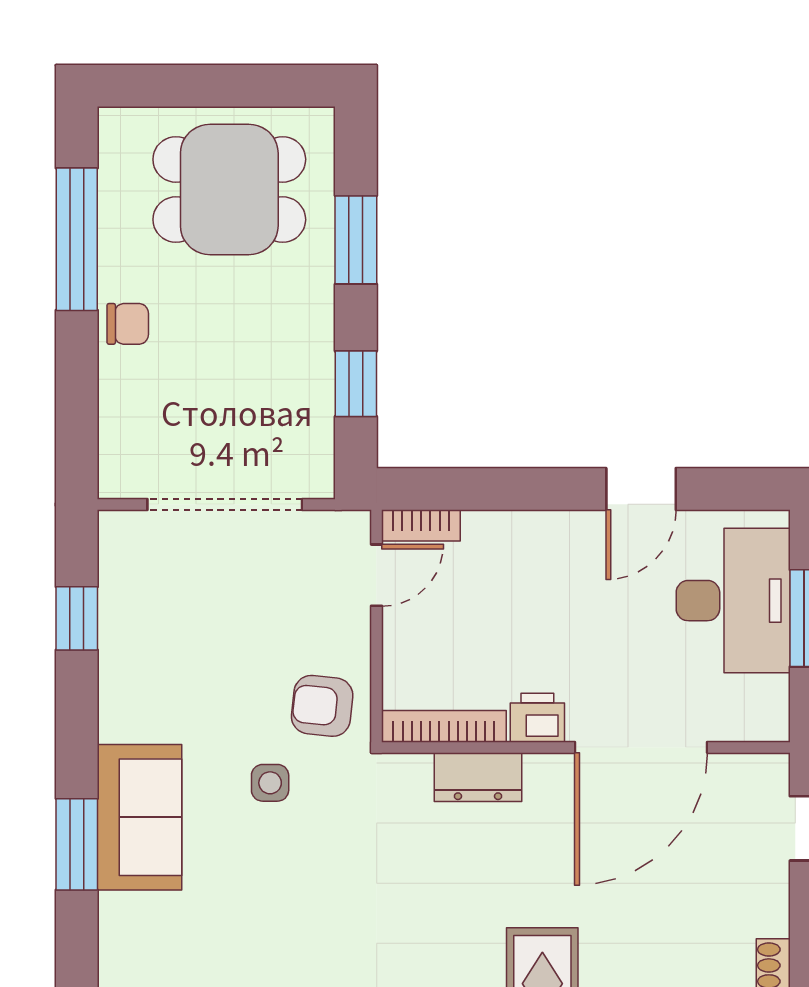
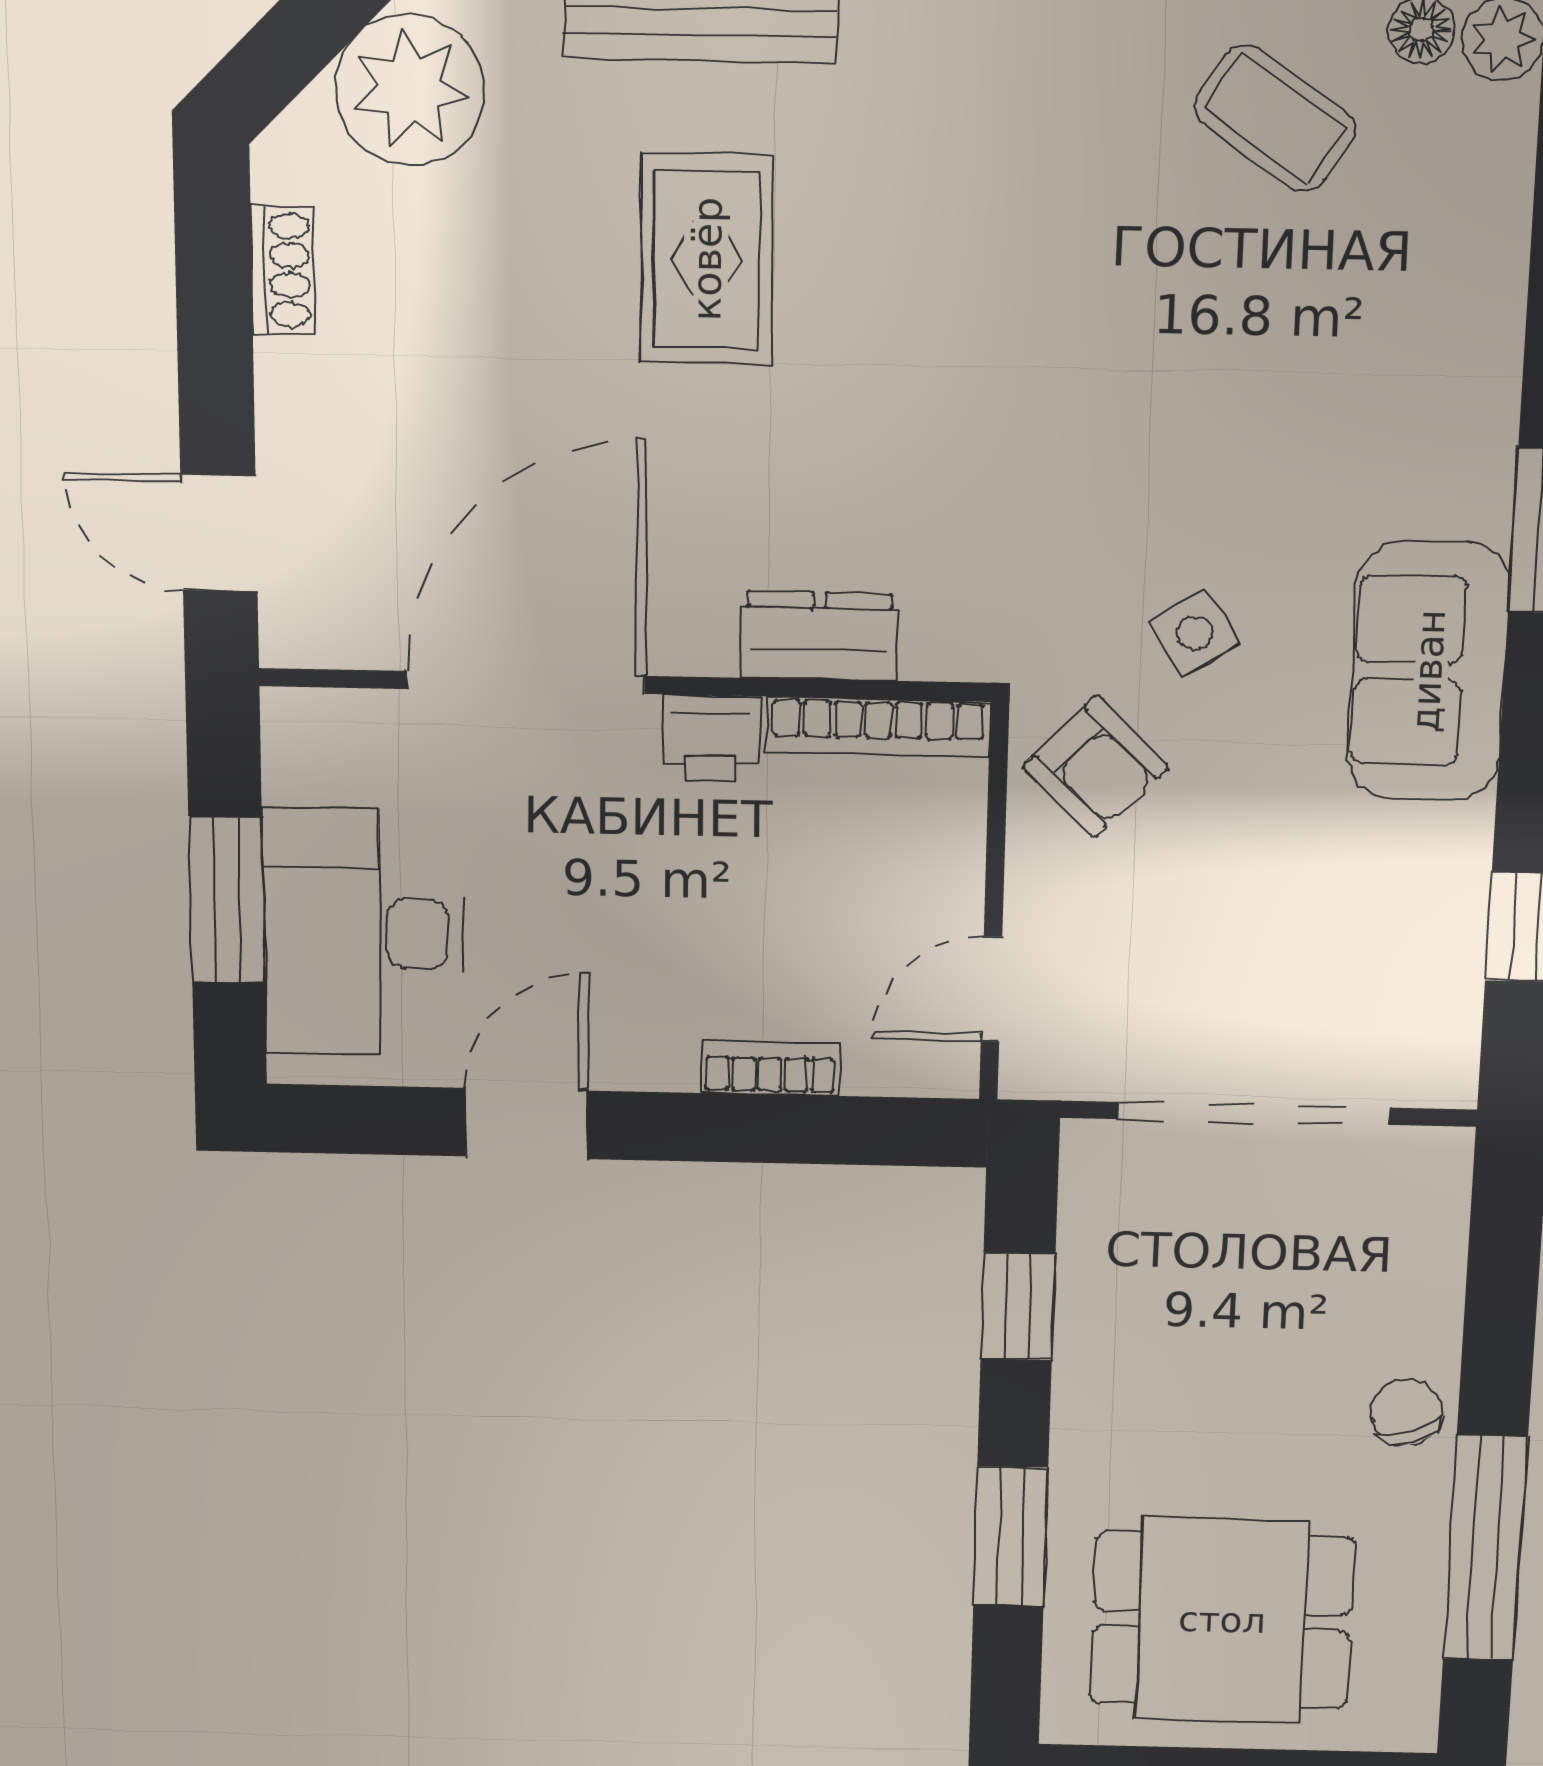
chair: (128, 324) -> (1406, 1412), turned 72
bookcase: (421, 525) -> (770, 1068), moved
armchair: (322, 706) -> (1095, 767), turned 38
side table: (270, 783) -> (1194, 633), turned -33
sofa: (140, 817) -> (1428, 671), moved

